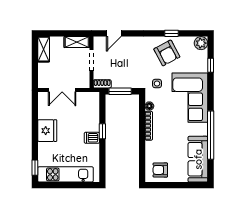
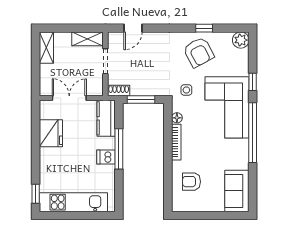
window: (211, 65) -> (253, 82), moved
double door: (62, 90) -> (69, 98), swing flipped
kitchen counter: (92, 107) -> (106, 118), added
fridge: (47, 131) -> (51, 133), moved
window: (102, 131) -> (119, 149), width x2.17
window: (211, 135) -> (253, 133), moved
sofa: (198, 159) -> (237, 191), width x0.73
armchair: (160, 170) -> (191, 182), moved

